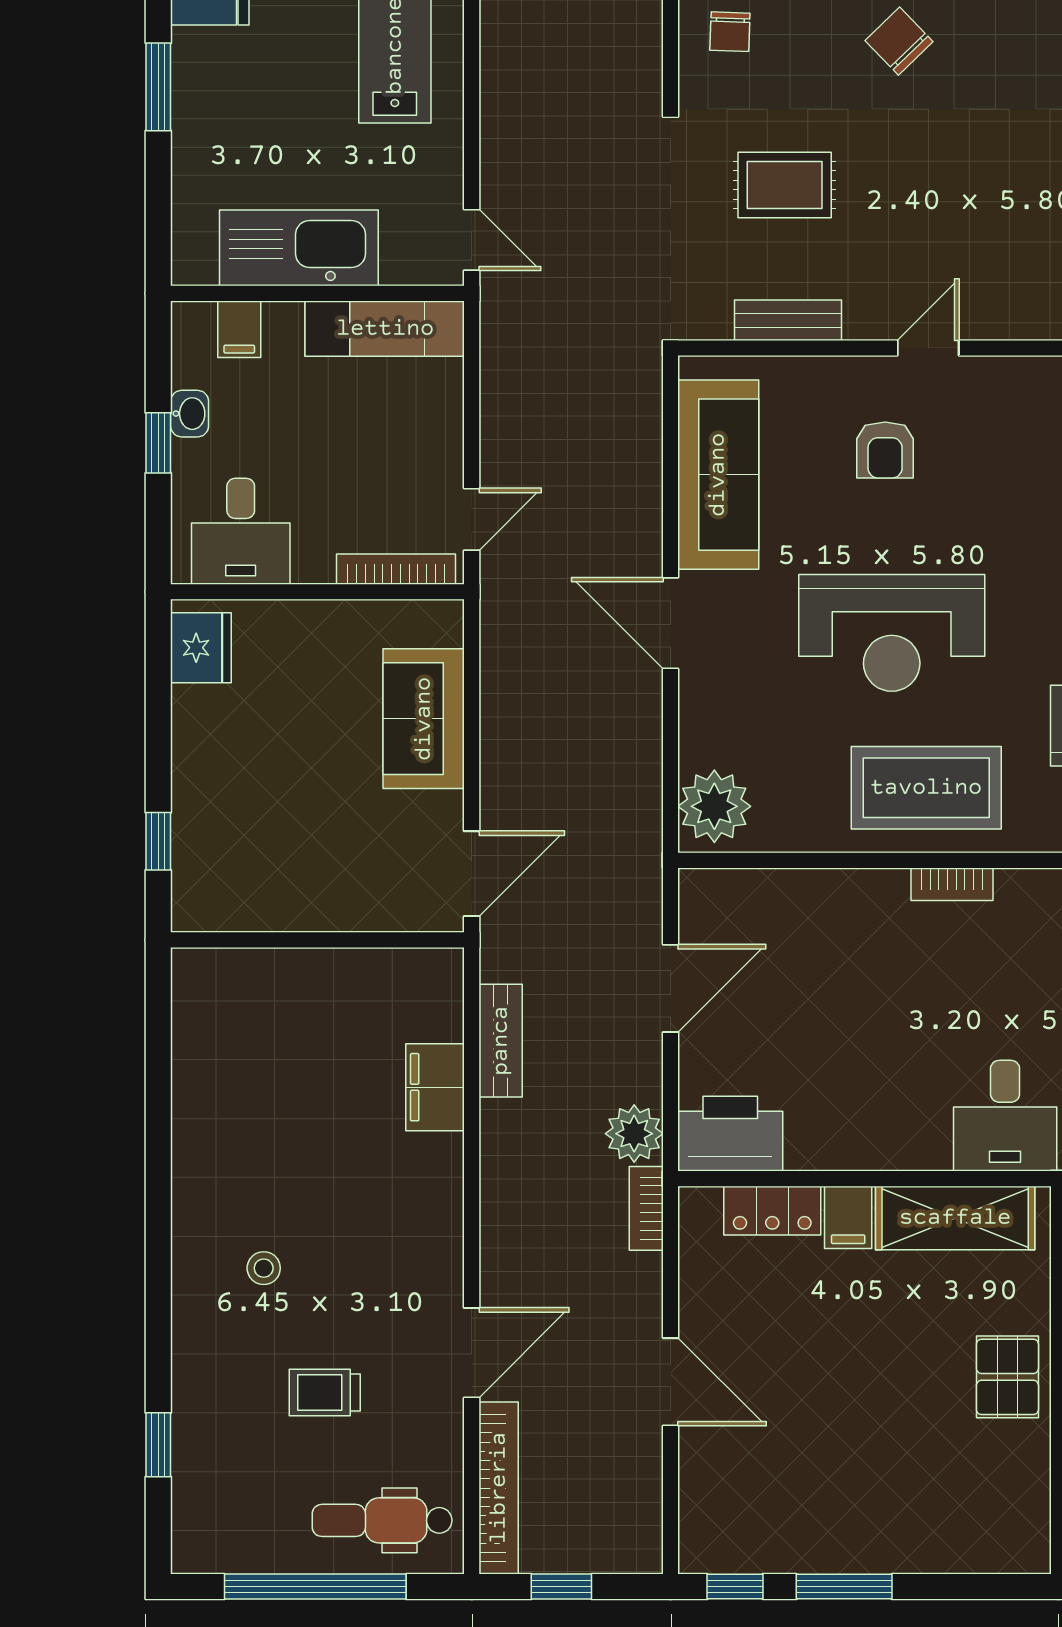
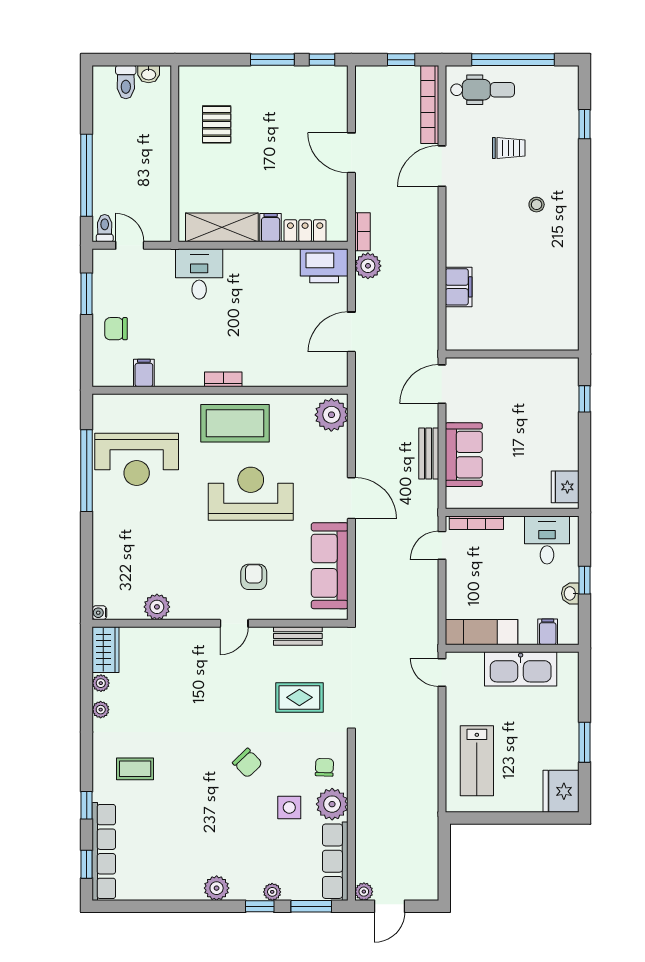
bench: (501, 1041) -> (429, 454), moved
pallet: (1007, 1377) -> (217, 124), moved

